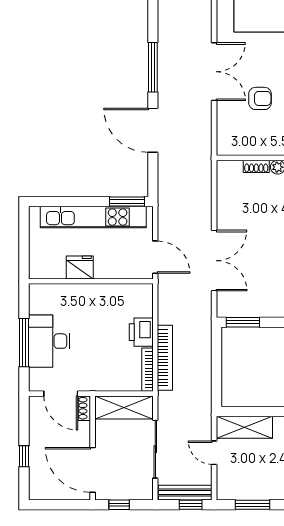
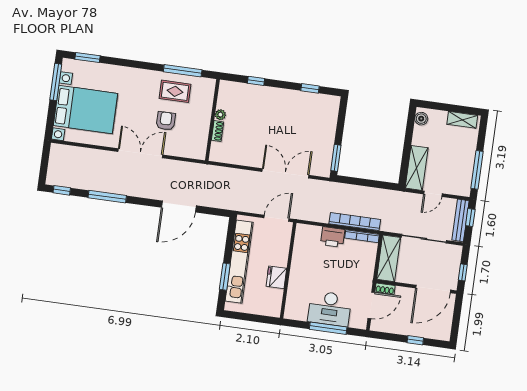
window: (153, 67) -> (107, 197), moved
window: (127, 201) -> (225, 277), moved
window: (253, 505) -> (477, 170), width x1.44

